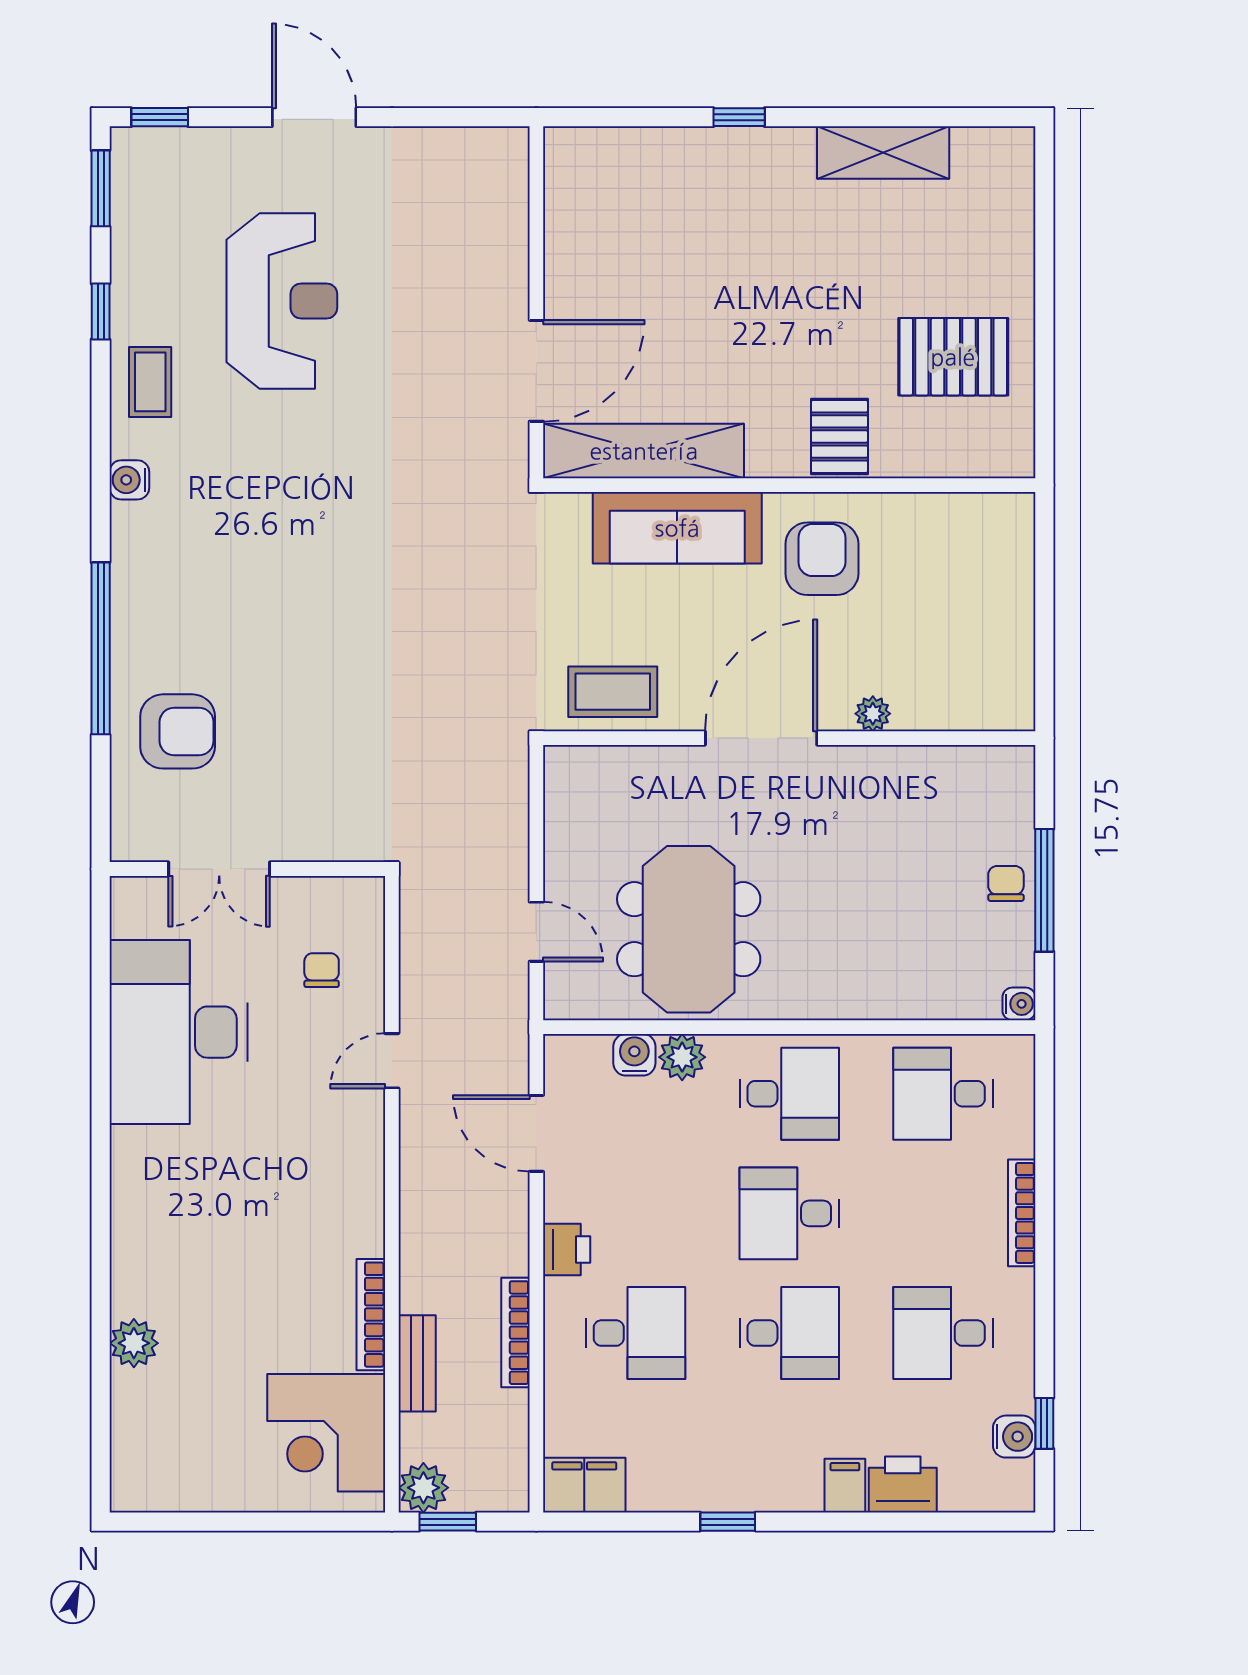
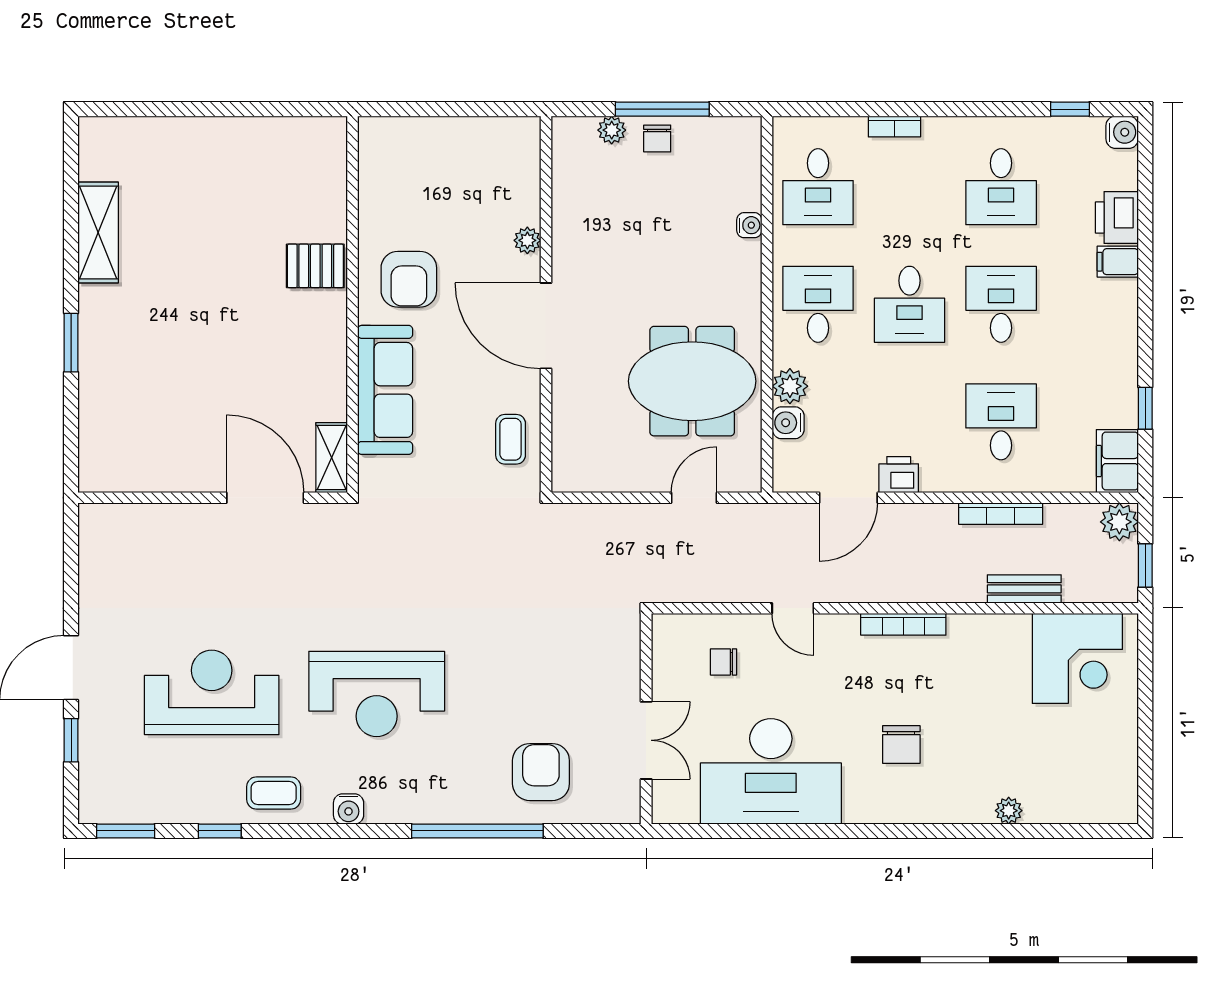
window: (160, 117) -> (71, 740), moved
window: (739, 117) -> (71, 343), width x1.50
pallet: (953, 357) -> (254, 179), removed
shelving: (644, 451) -> (332, 458), width x0.45, depth x0.75
reception desk: (280, 517) -> (377, 694), added
armchair: (822, 559) -> (409, 279), turned -90
coffee table: (613, 692) -> (511, 439), width x0.73, depth x0.77
plant: (1017, 824) -> (612, 130), added
chair: (1006, 883) -> (657, 139), turned -90
water cooler: (1019, 1004) -> (749, 225), moved, turned 90
chair: (214, 1203) -> (901, 744), added
bookcase: (1022, 1213) -> (894, 126), width x0.64
printer: (567, 1249) -> (899, 475), moved
bookcase: (371, 1315) -> (903, 624), moved
plant: (134, 1343) -> (1009, 811), width x0.73, depth x0.73
water cooler: (1014, 1437) -> (1122, 132), moved, turned 90
plant: (423, 1488) -> (1119, 522), moved
window: (728, 1522) -> (1145, 408), moved

